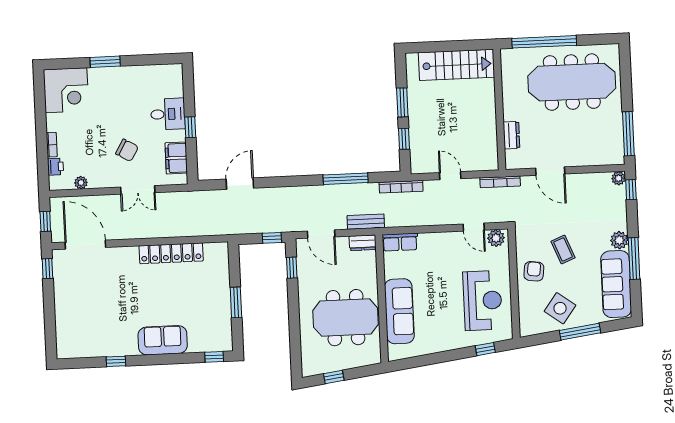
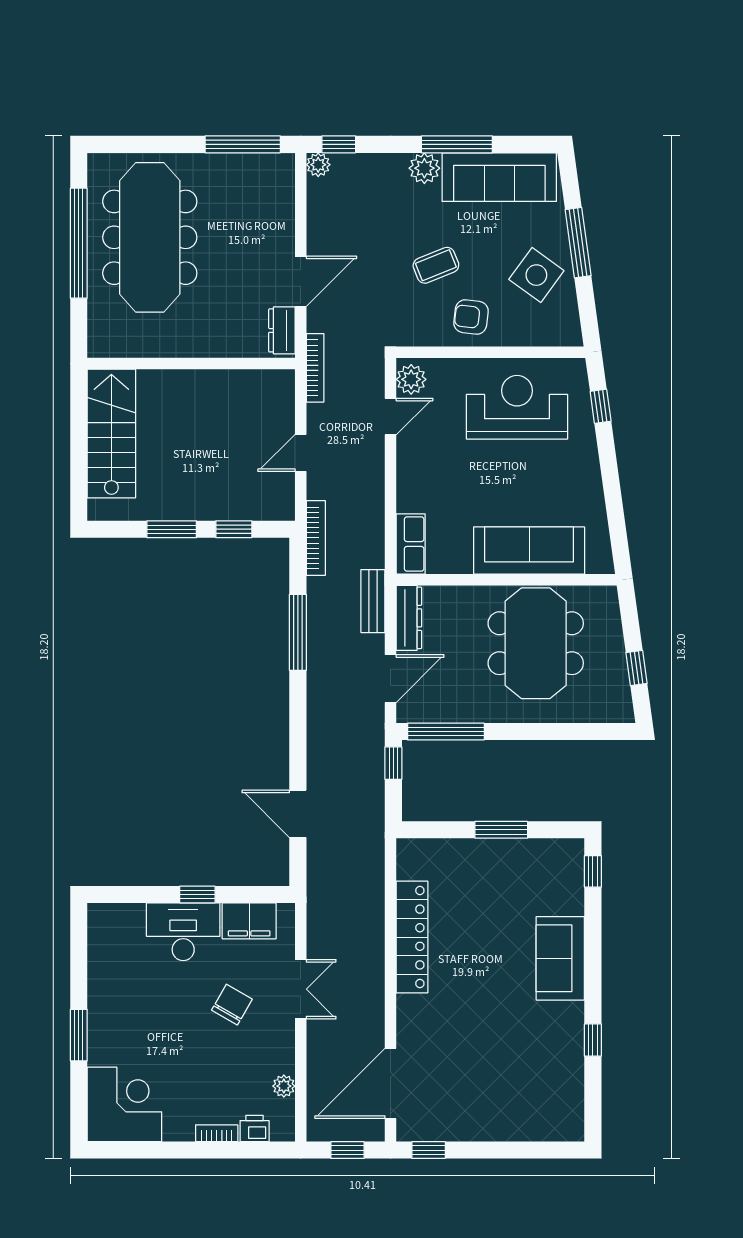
window: (544, 42) -> (79, 243), moved
desk: (168, 114) -> (183, 932), width x1.37
dresser: (512, 135) -> (282, 330), moved, turned -90
dresser: (363, 243) -> (409, 618), width x1.44
window: (292, 268) -> (446, 731), width x2.17

